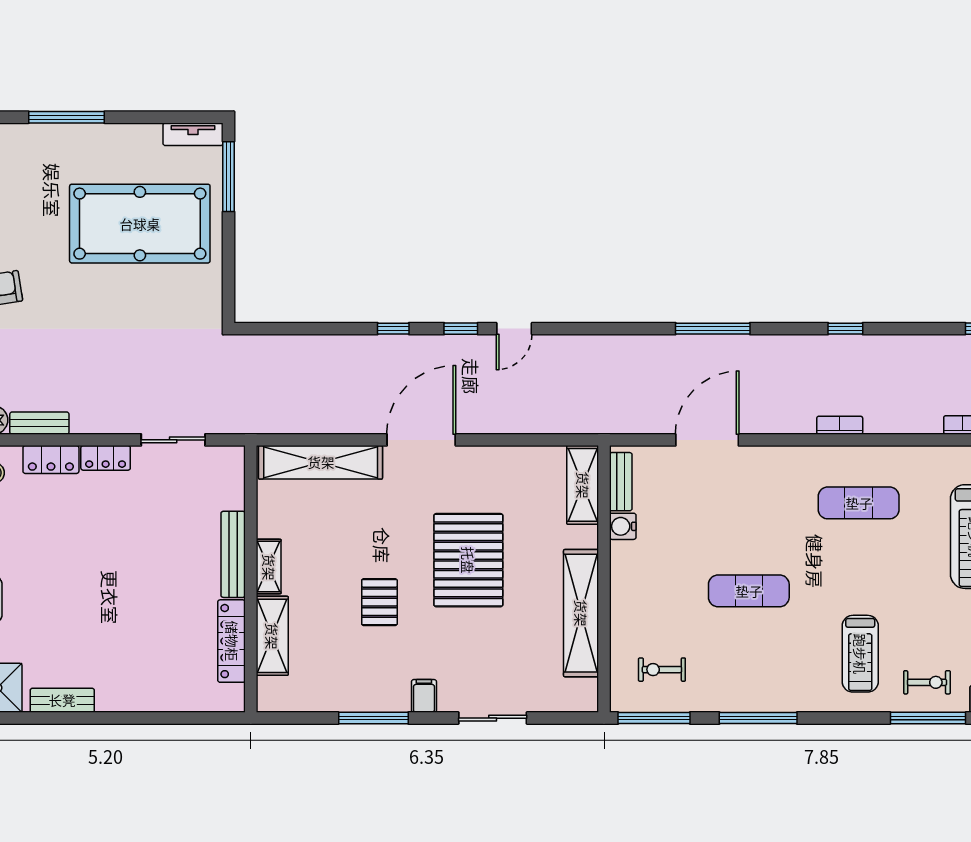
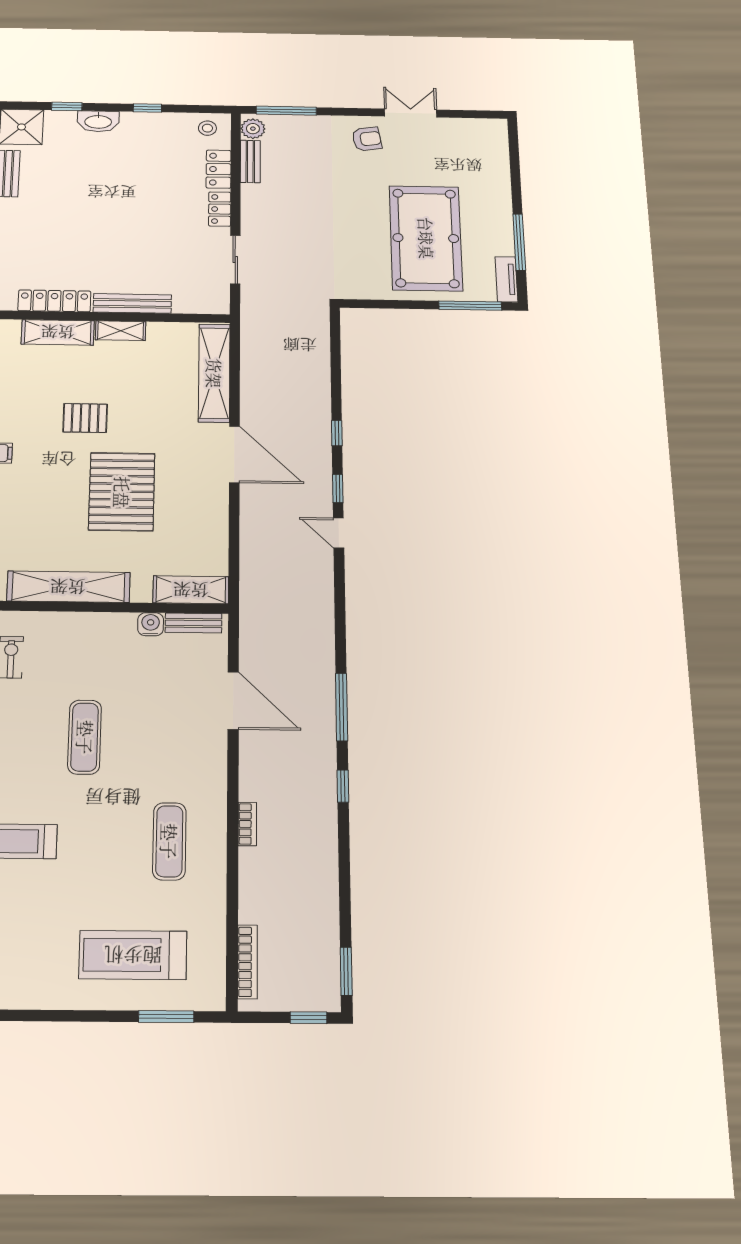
window: (66, 117) -> (519, 242), moved
window: (845, 329) -> (343, 786), moved
pallet: (468, 560) -> (122, 492), turned 90

